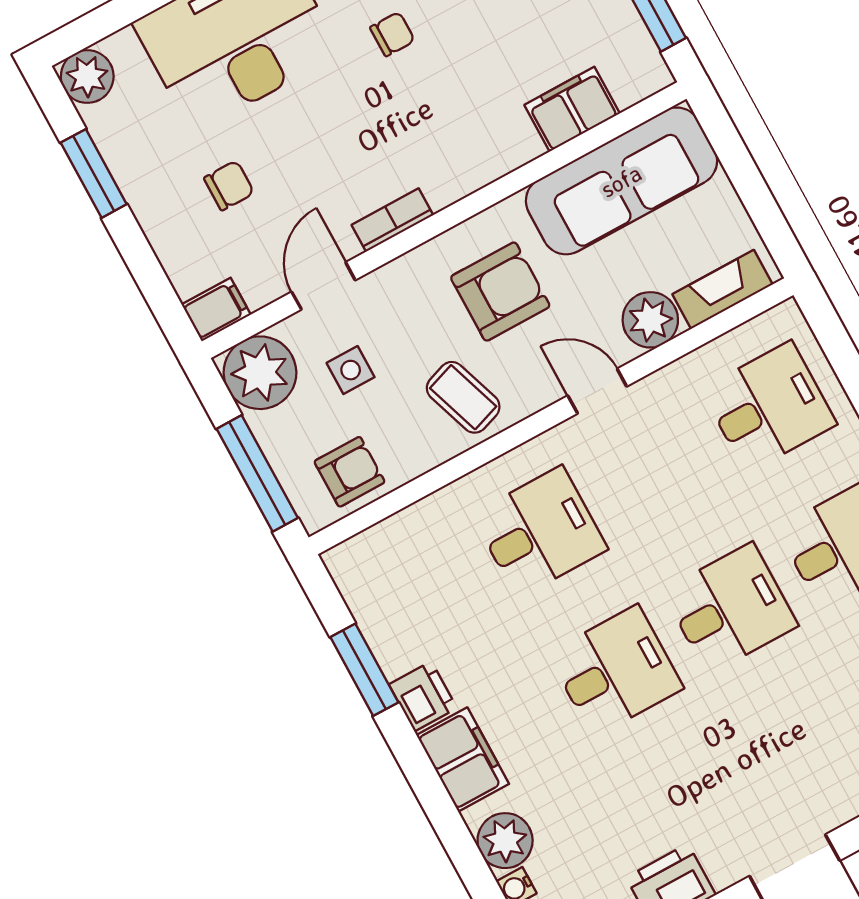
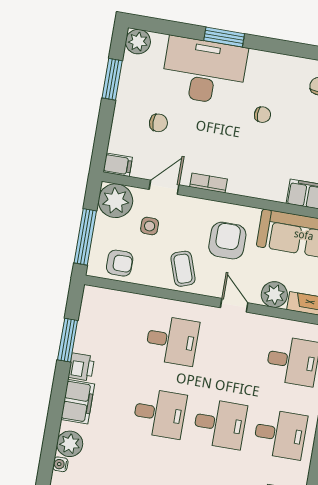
armchair: (500, 292) -> (227, 241), turned -90

